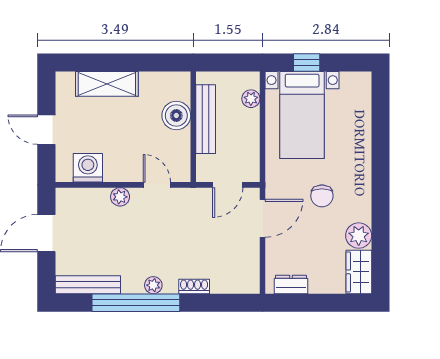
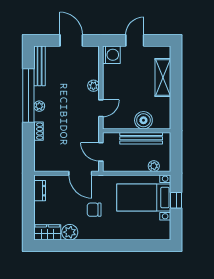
washing machine: (88, 168) -> (111, 55), moved

